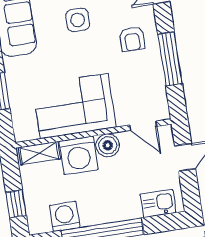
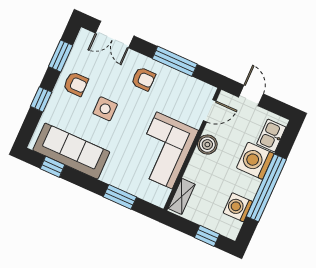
washing machine: (79, 155) -> (255, 161), moved, turned 180

